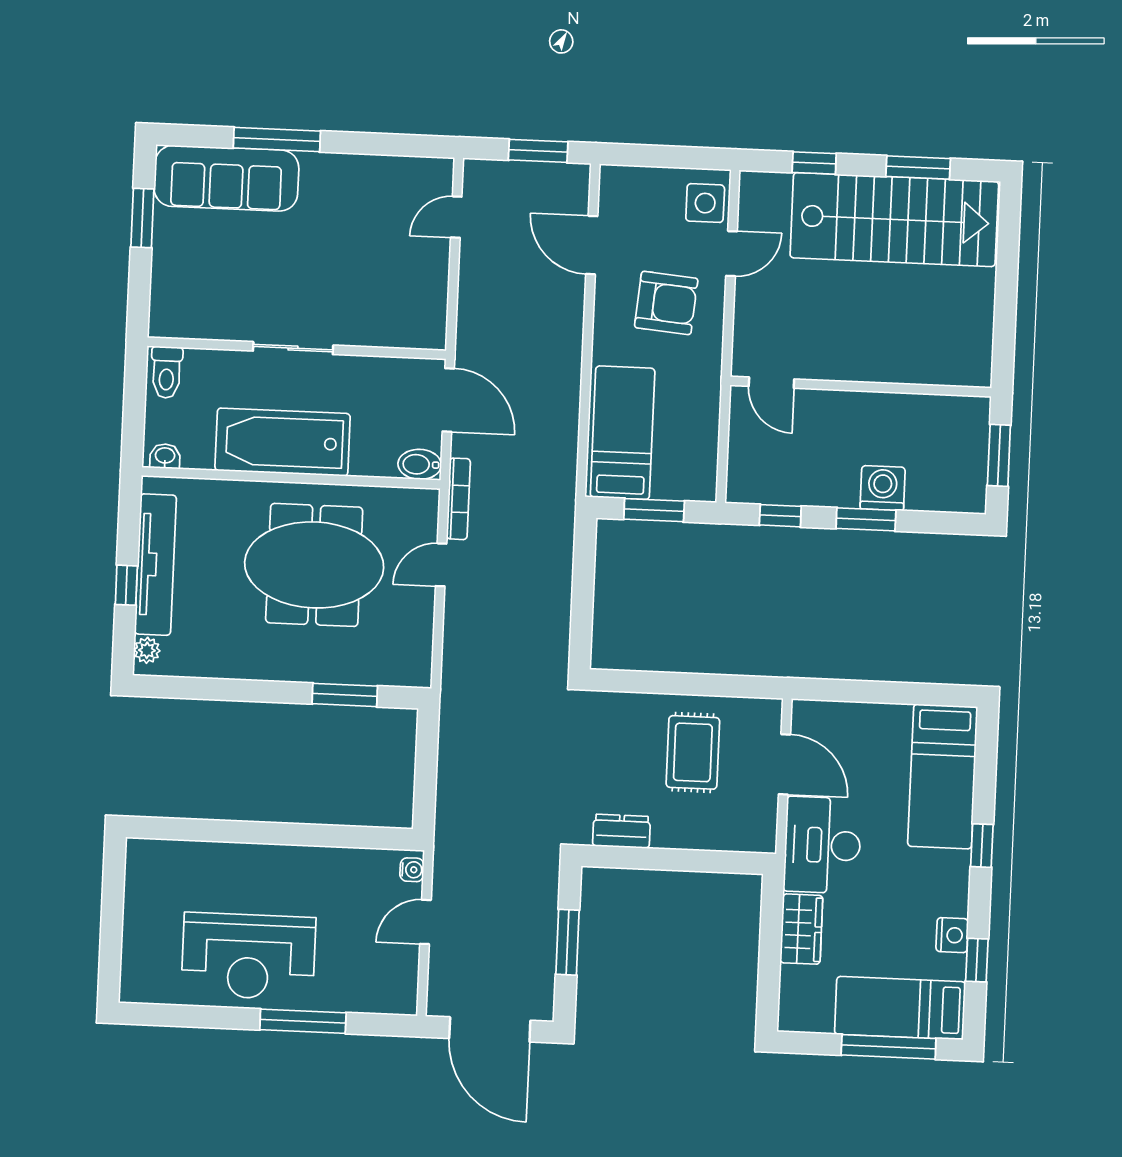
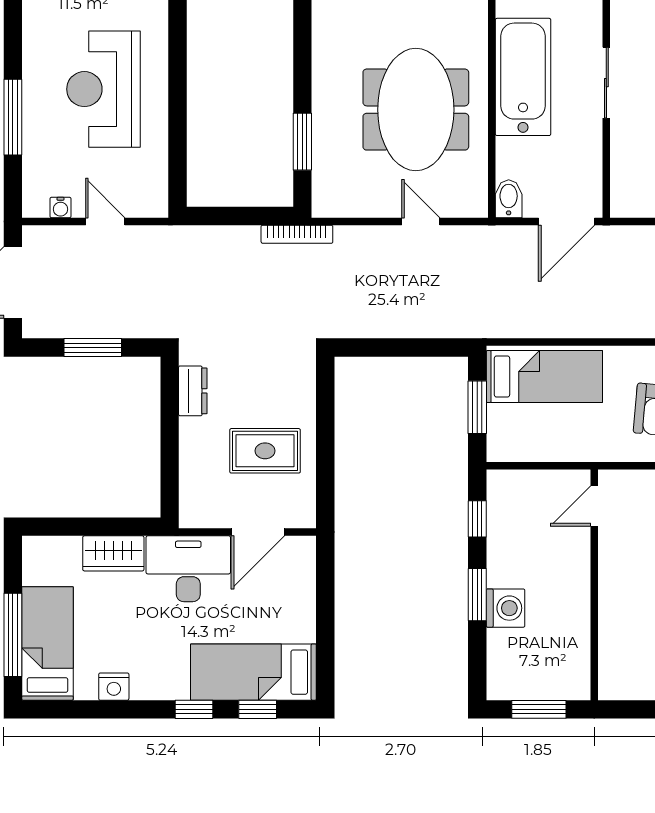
bookcase: (458, 499) -> (297, 234), moved
water cooler: (412, 870) -> (60, 207), moved
reception desk: (248, 956) -> (103, 89), moved
window: (977, 960) -> (258, 709), moved

